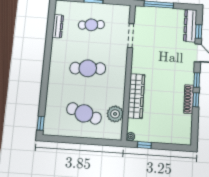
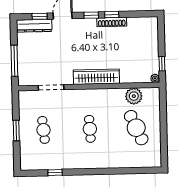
dresser: (58, 26) -> (49, 165), removed
cafe table: (88, 68) -> (90, 129), width x0.73, depth x0.74
wardrobe: (136, 96) -> (96, 77), moved
cafe table: (84, 113) -> (136, 128), turned -42
window: (41, 123) -> (55, 173), moved

